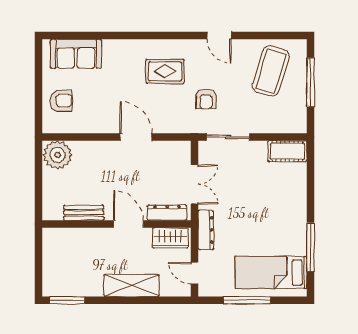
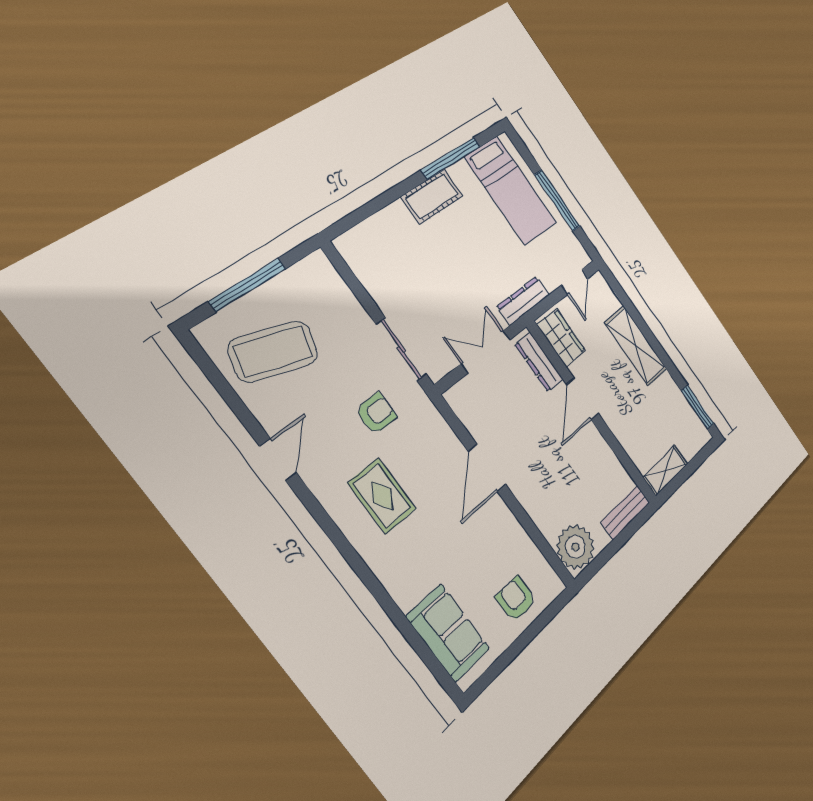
cot: (287, 151) -> (432, 196), moved, turned 90
bench: (84, 213) -> (625, 512), moved, turned 90
shelving: (50, 246) -> (666, 470), added

